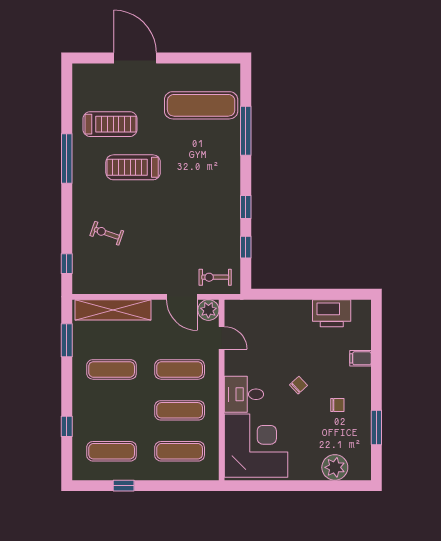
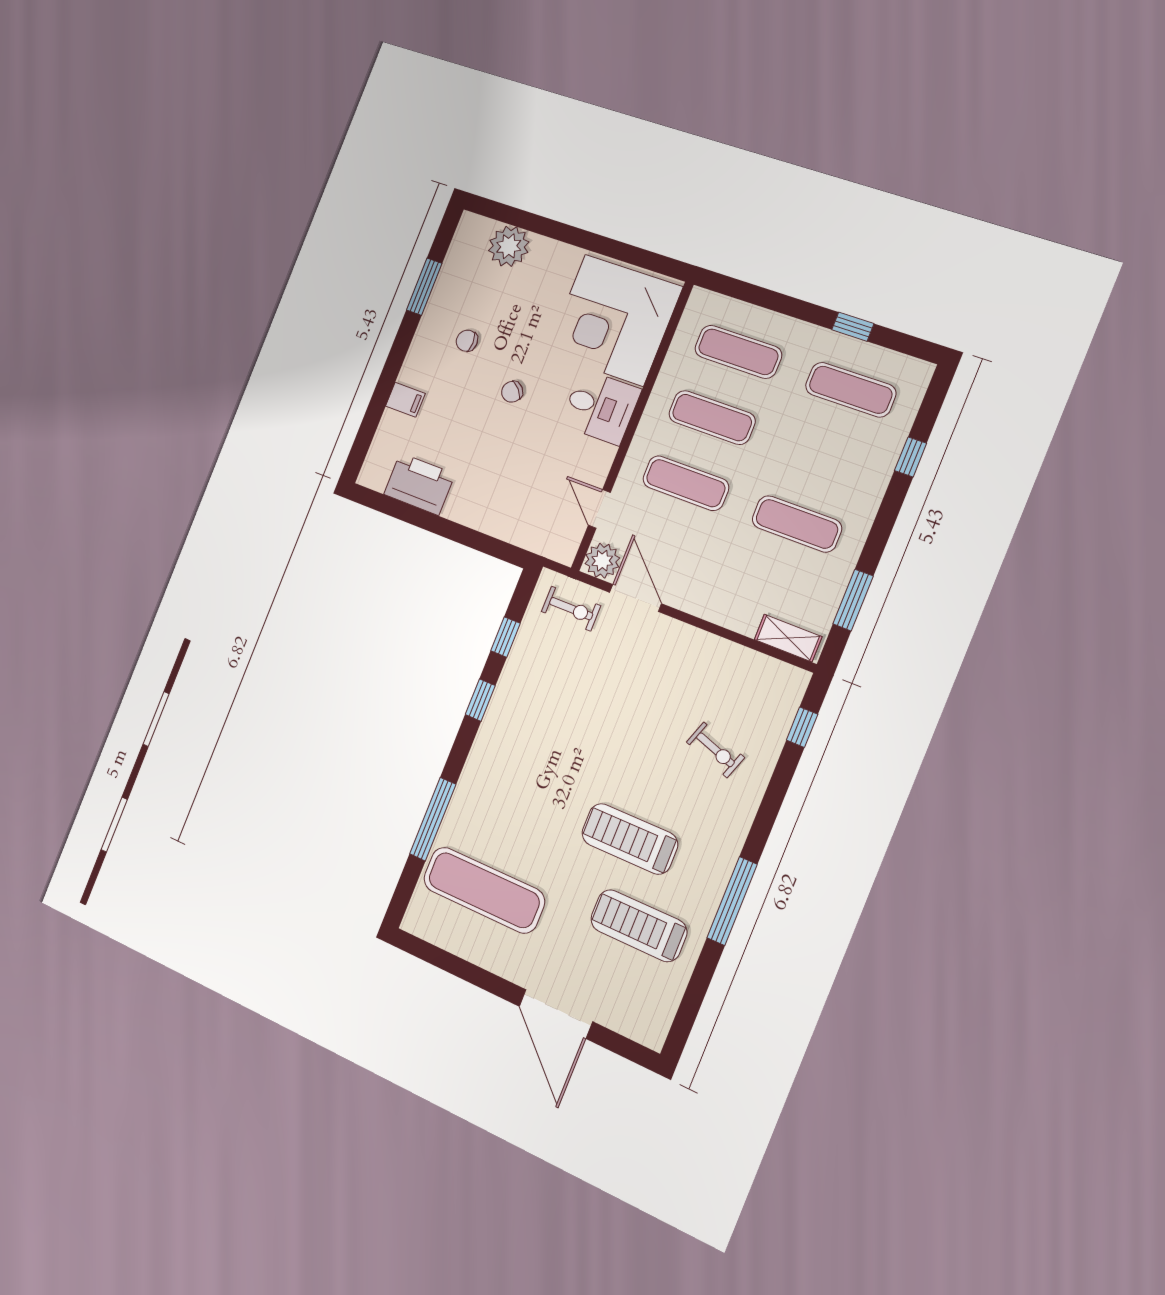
treadmill: (133, 167) -> (630, 839), turned 180
shelving: (113, 310) -> (788, 638), width x0.45, depth x0.75

